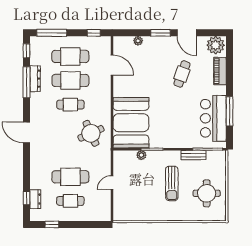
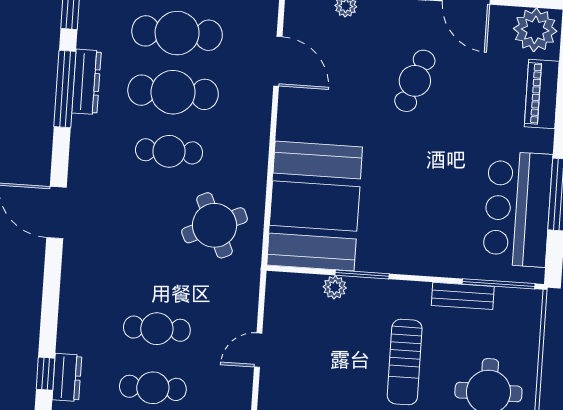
cafe table: (182, 74) -> (415, 81), moved
cafe table: (70, 177) -> (157, 329), width x0.73, depth x0.74

